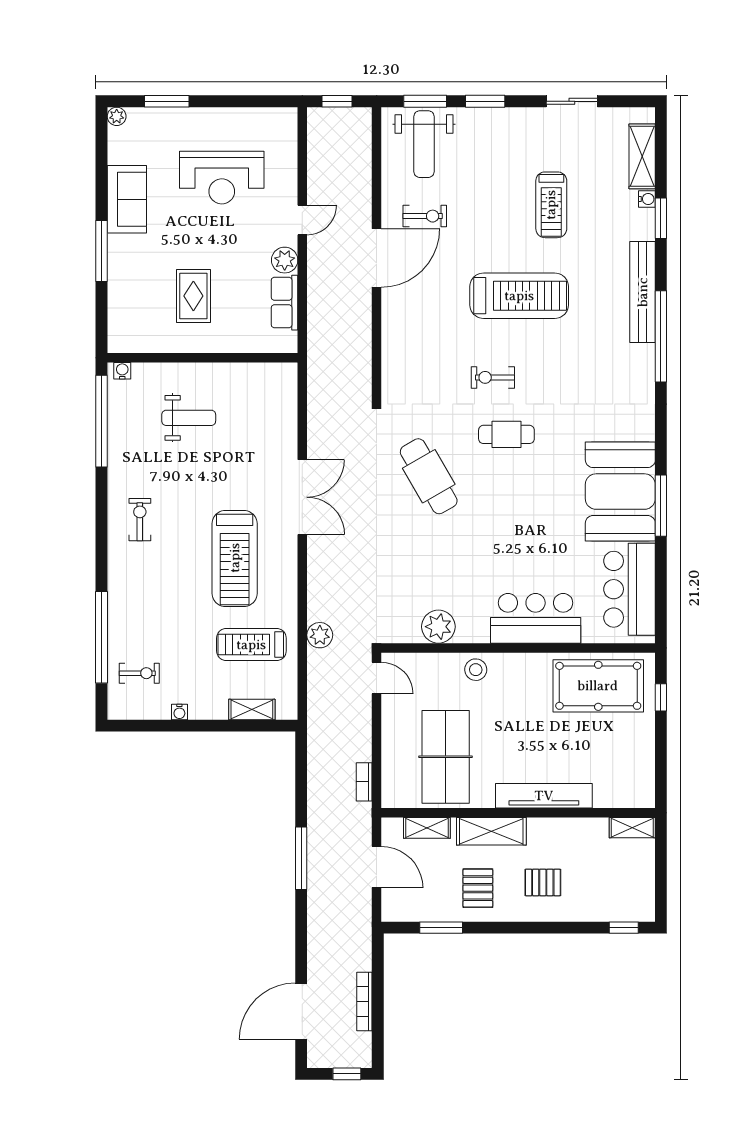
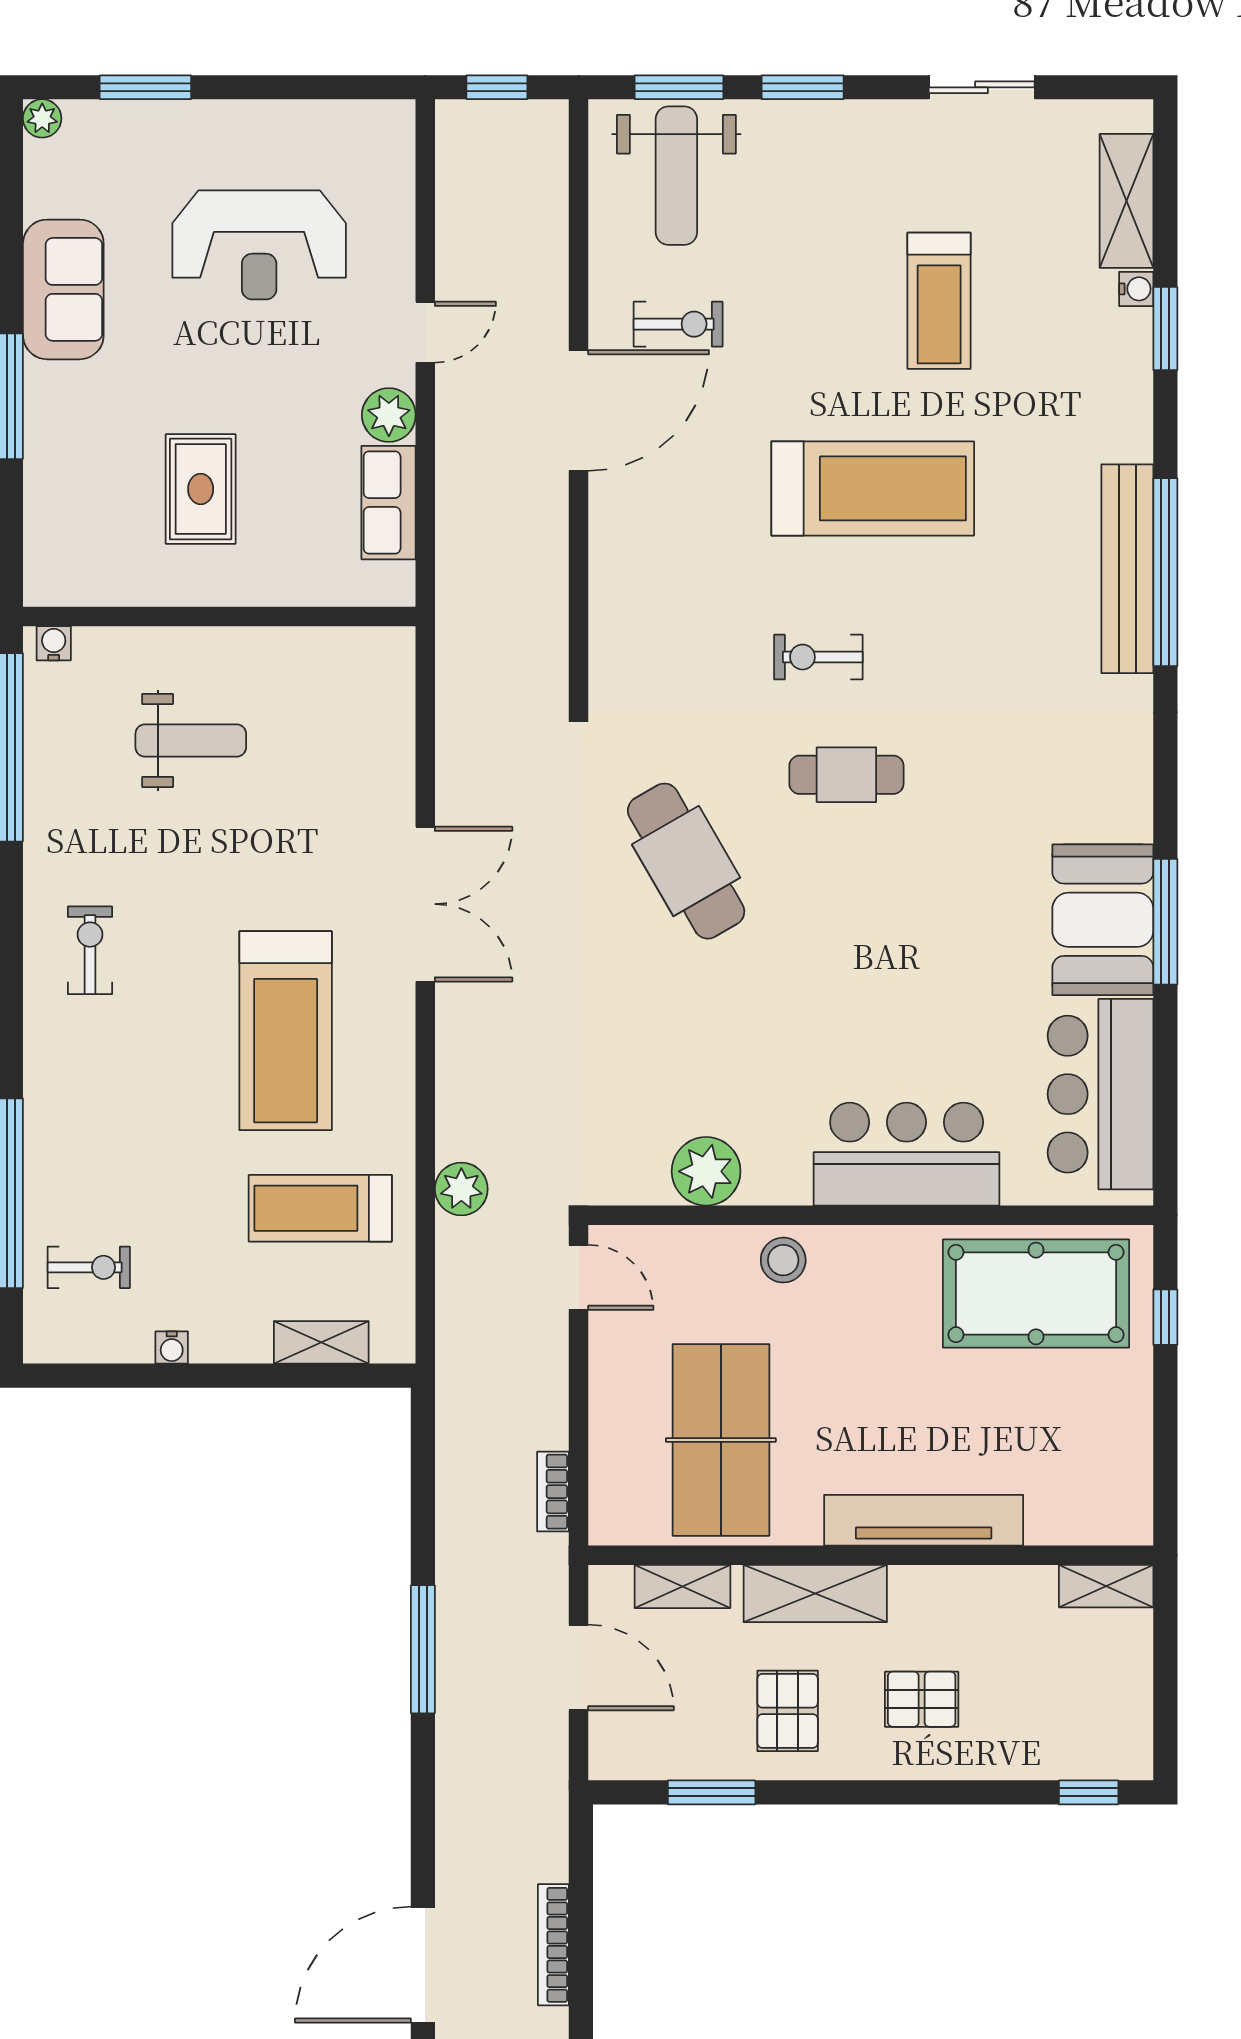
bench: (643, 292) -> (1127, 569), moved
booth: (620, 492) -> (1103, 920), width x0.73, depth x0.70

